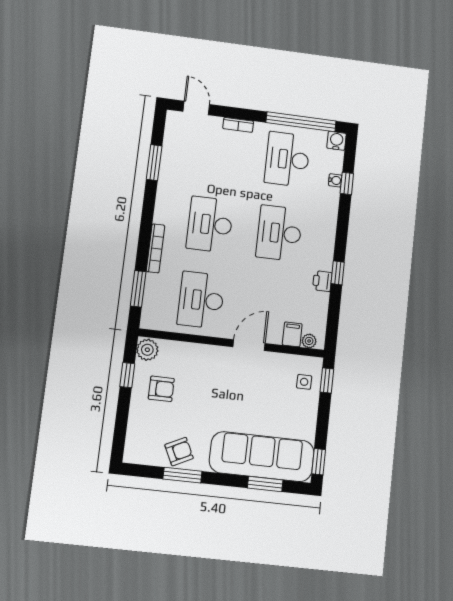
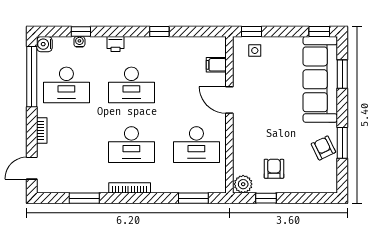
bookcase: (155, 248) -> (130, 188), moved
printer: (322, 281) -> (115, 44), moved
plant: (309, 341) -> (220, 50), removed

